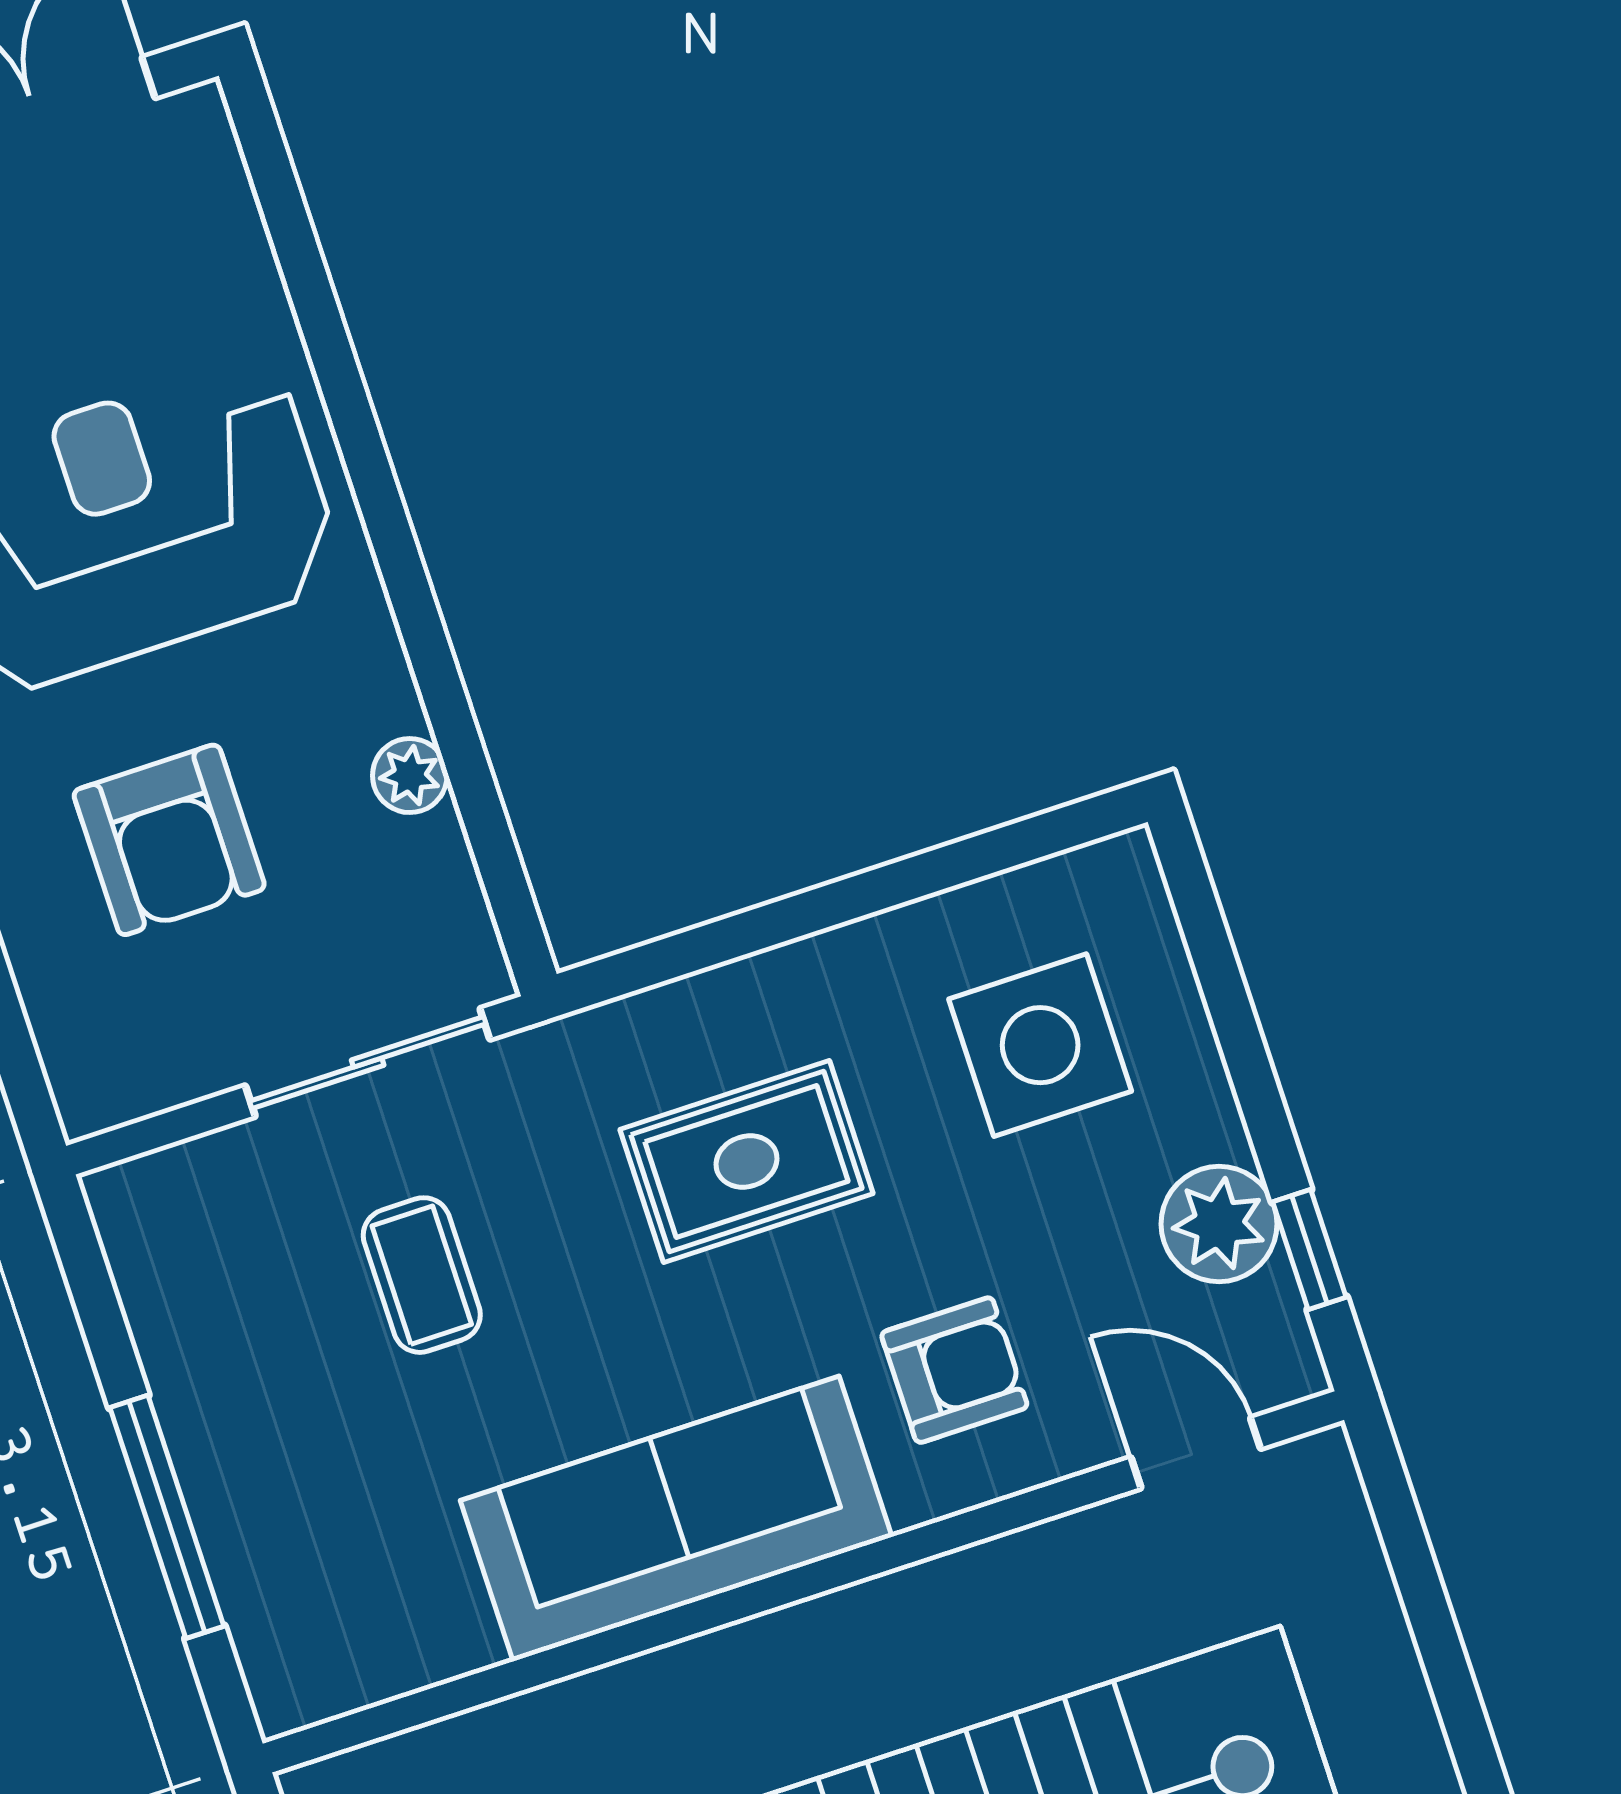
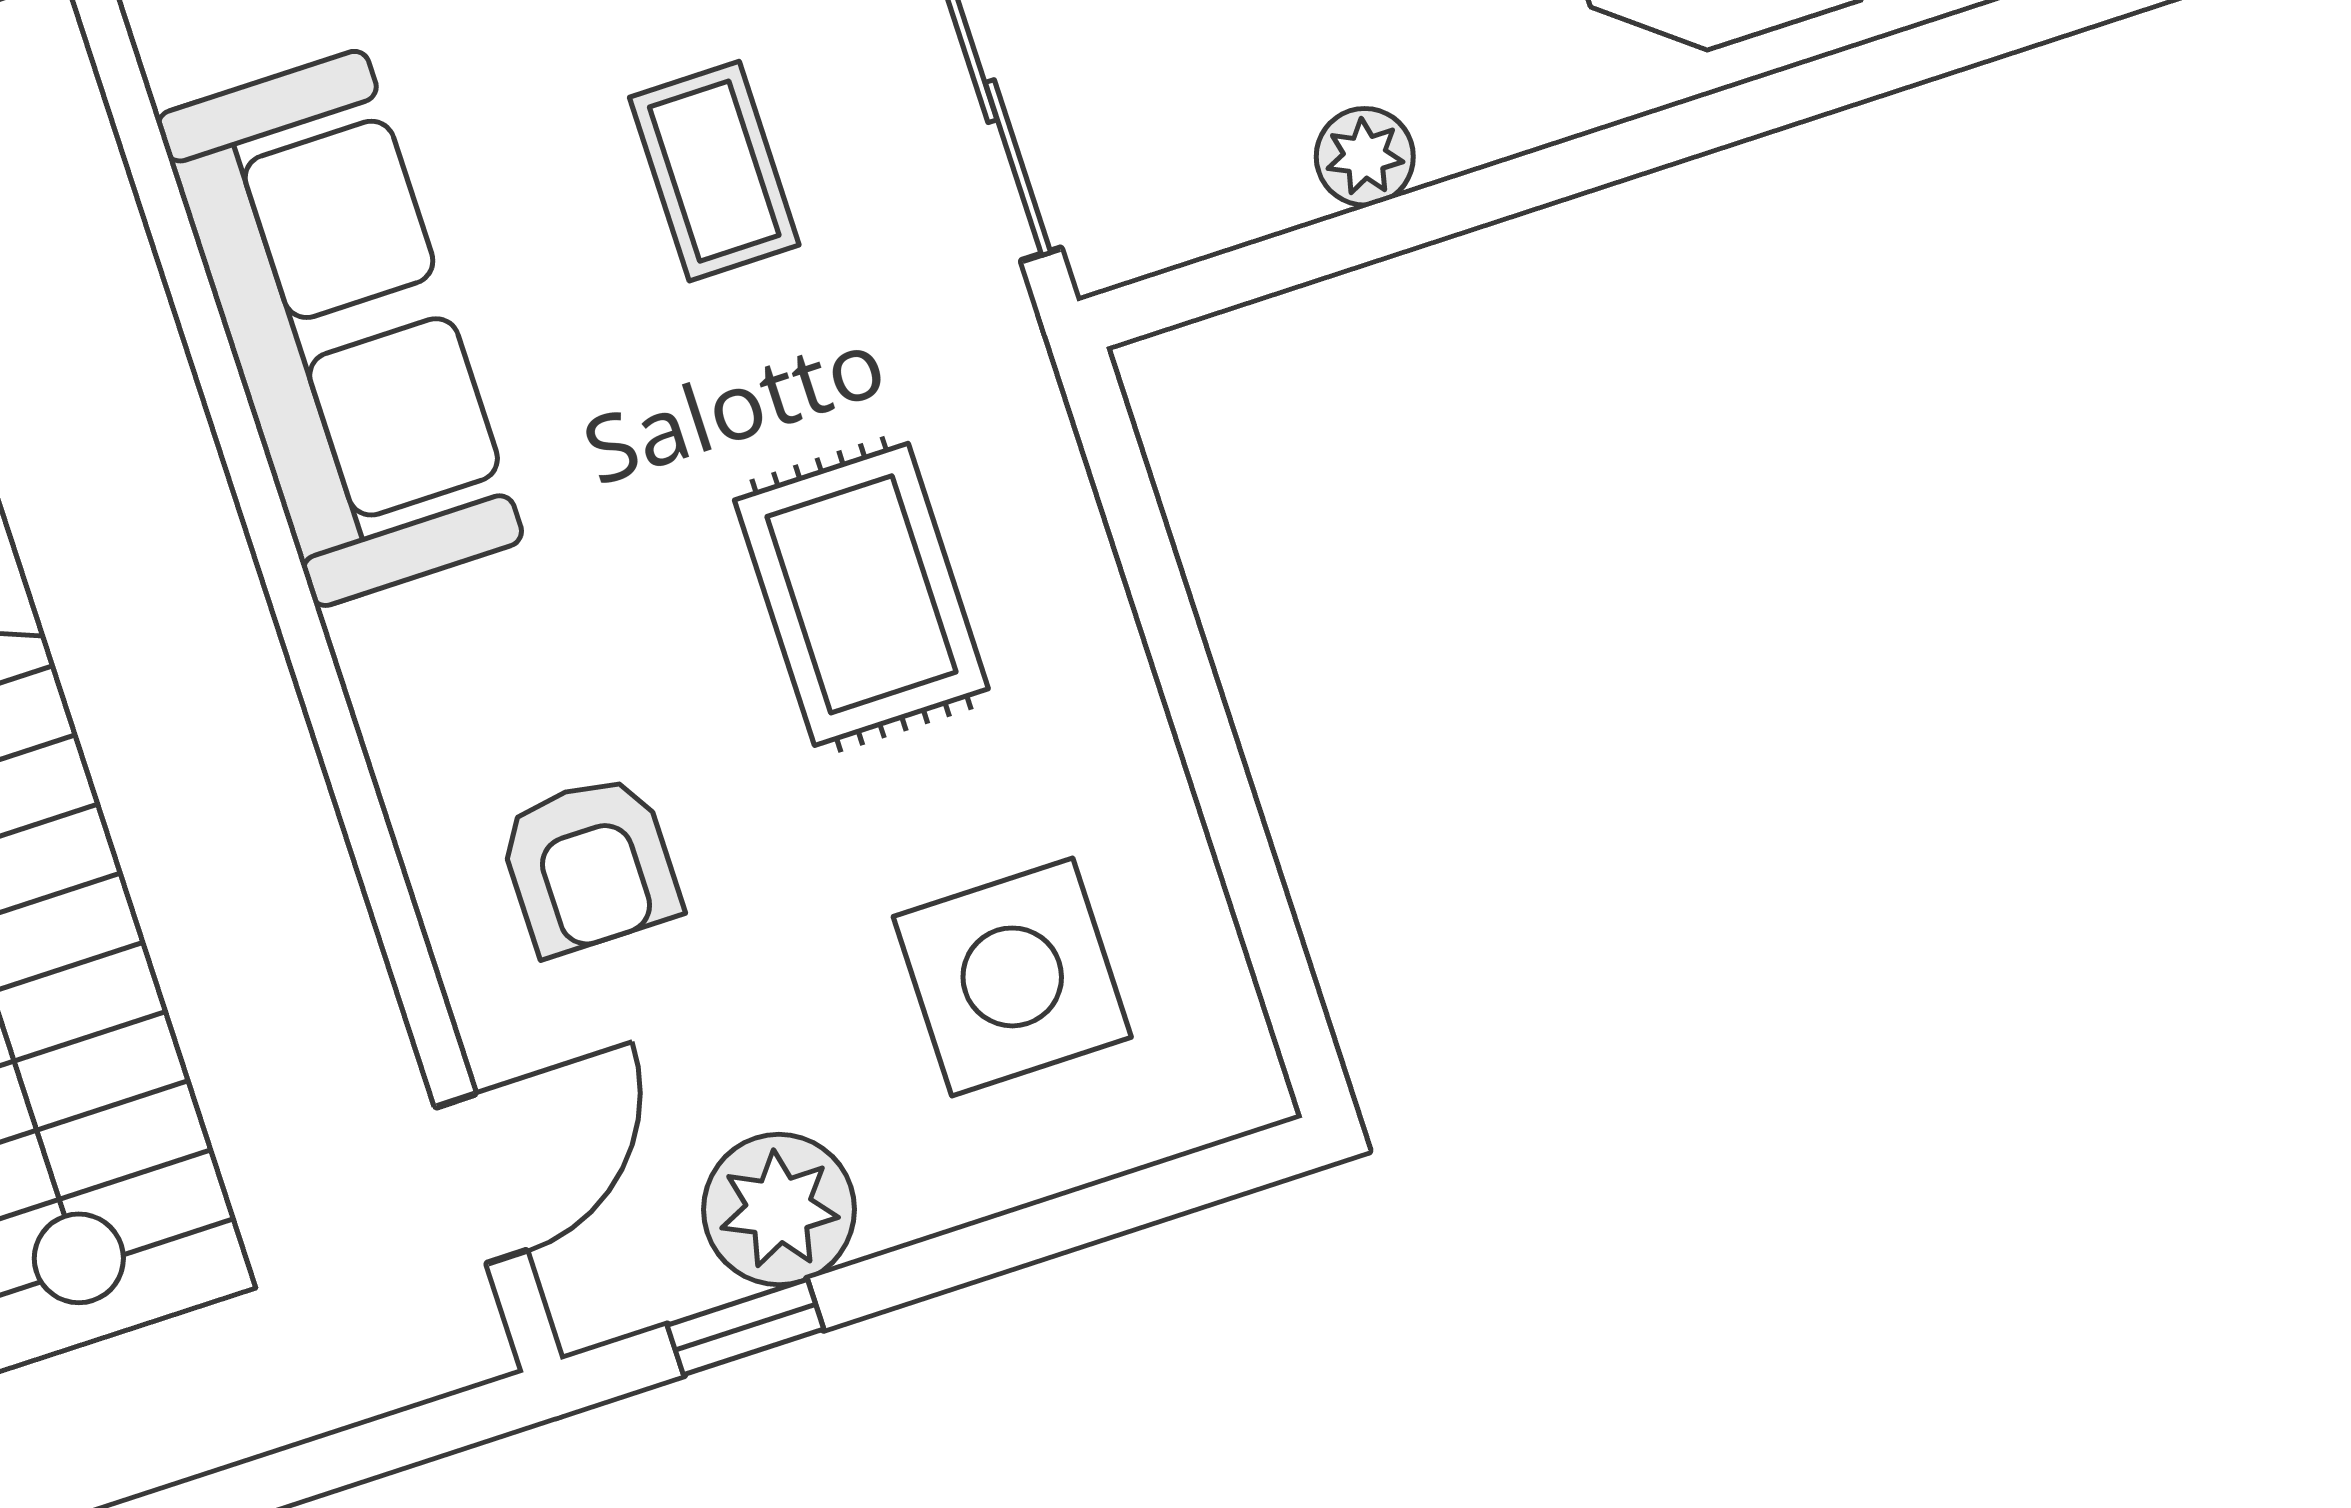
coffee table: (422, 1275) -> (714, 171), turned 90
sofa: (676, 1519) -> (340, 328), moved

